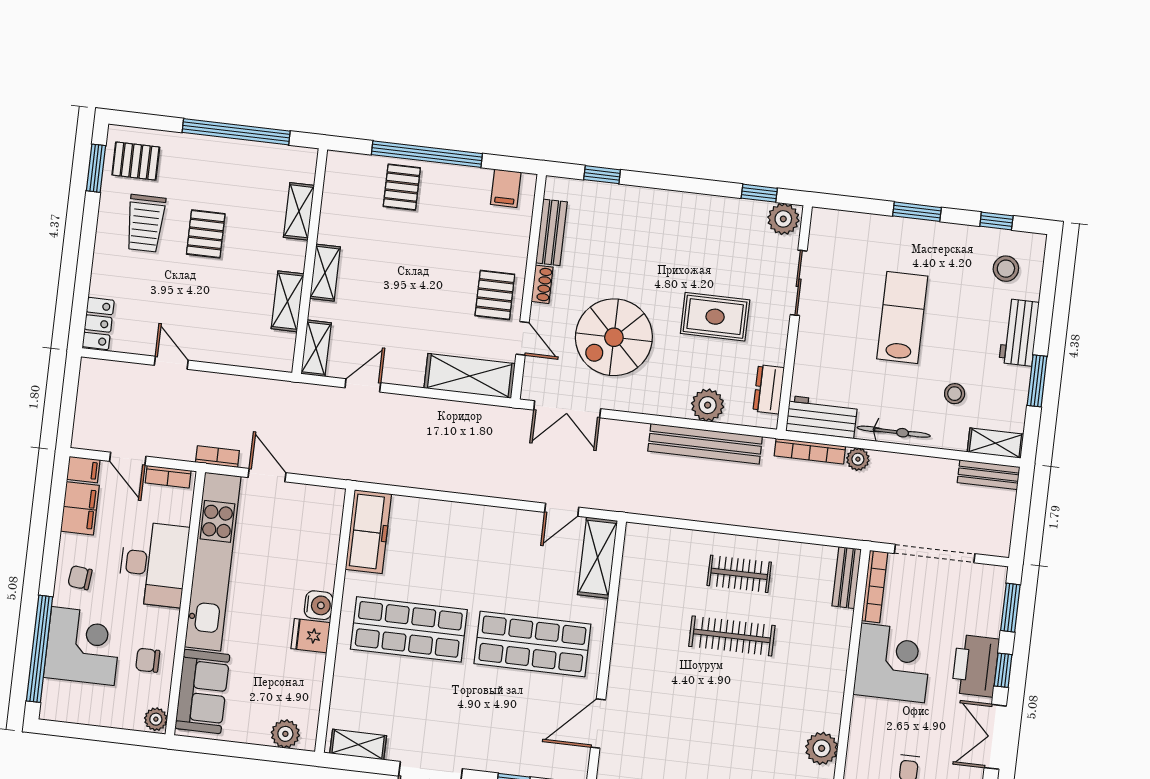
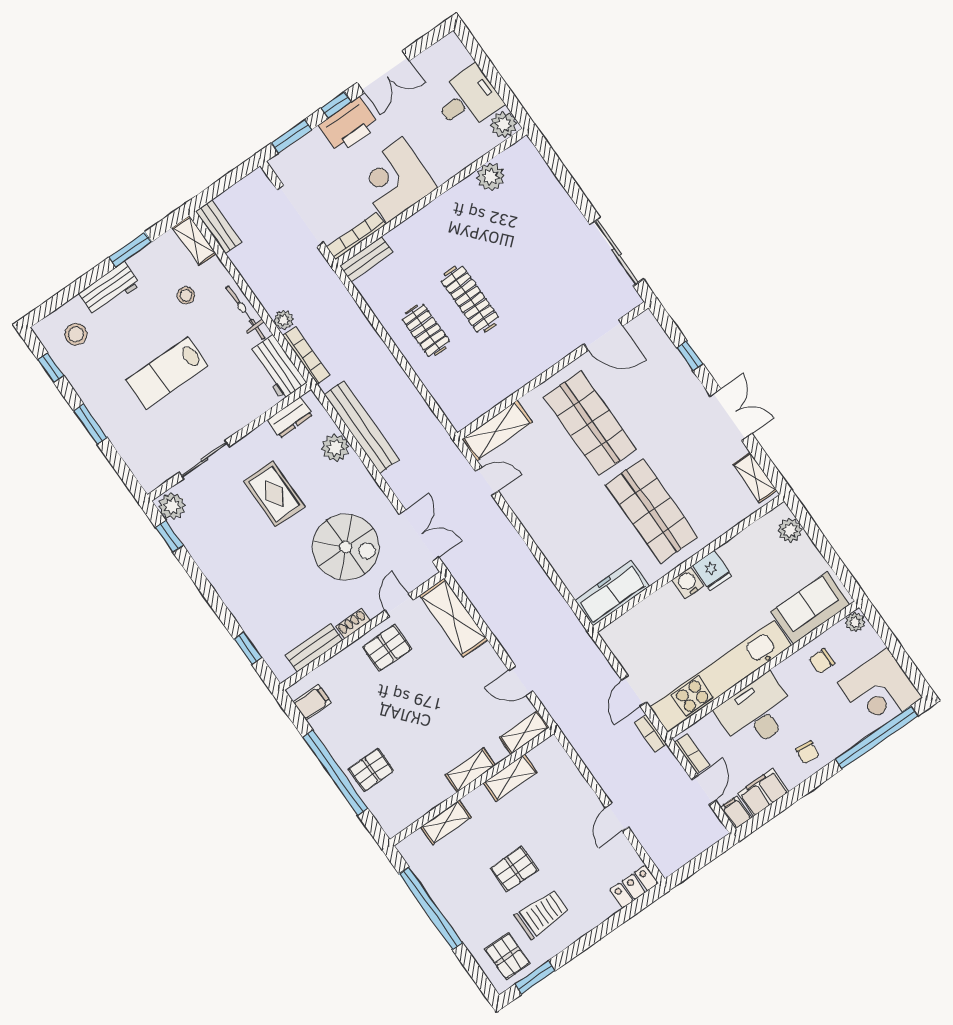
corner desk: (83, 646) -> (880, 690), moved, turned -90
chair: (148, 660) -> (822, 661), turned 90

